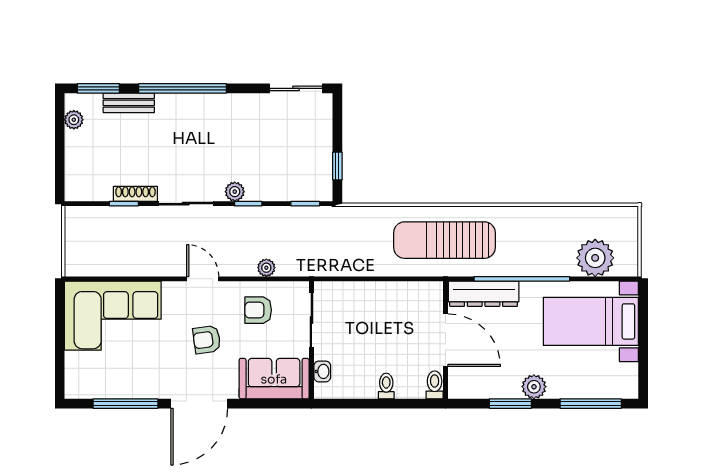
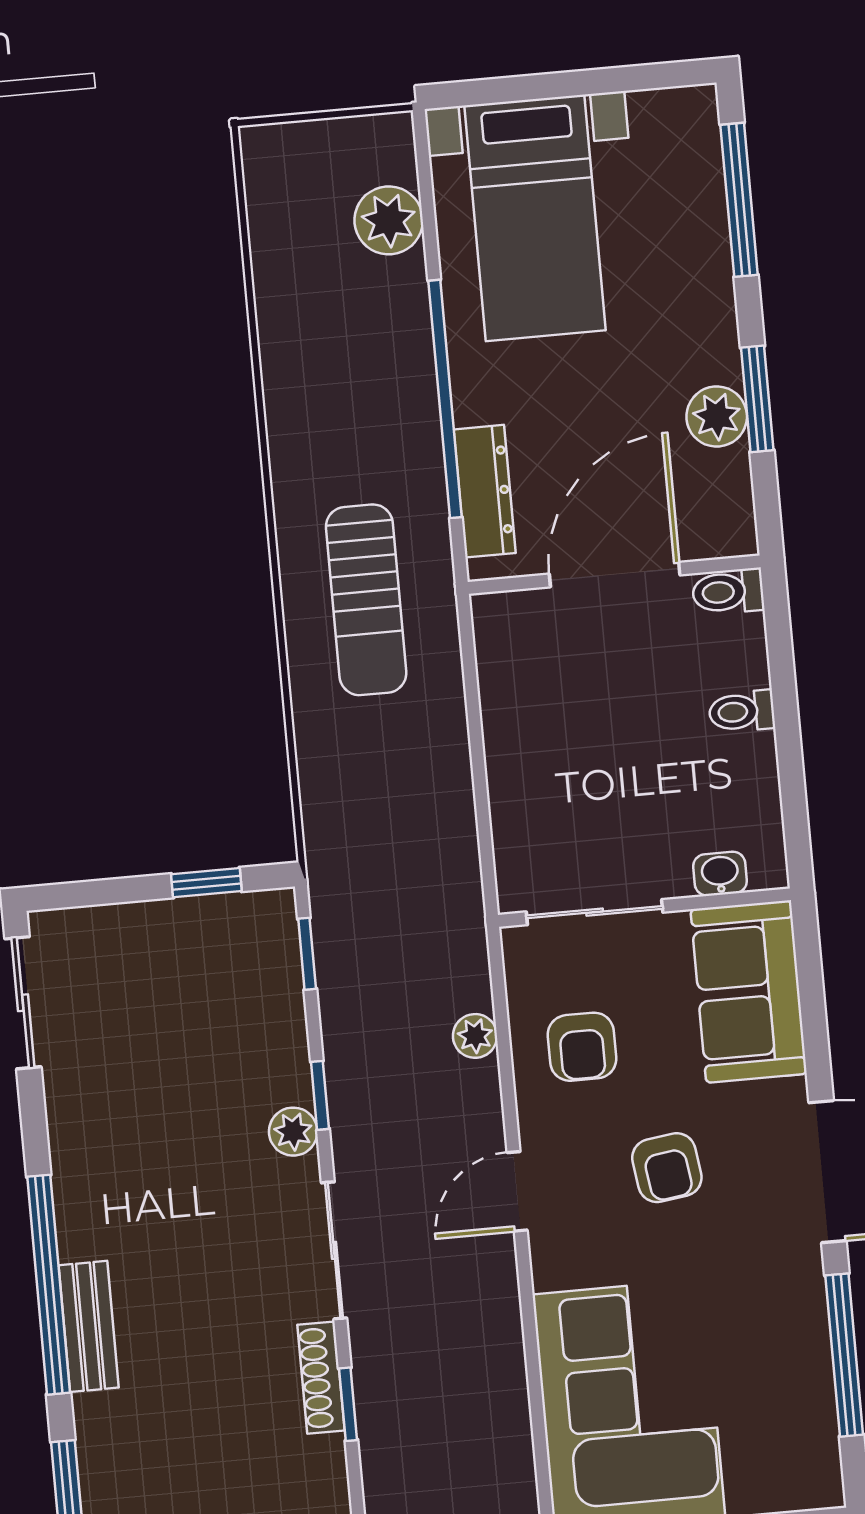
bench: (129, 103) -> (89, 1326), moved
sun lounger: (444, 240) -> (366, 600), width x0.73, depth x0.75
plant: (595, 258) -> (389, 220), width x0.73, depth x0.73
dresser: (484, 294) -> (485, 491), width x0.73, depth x0.80
plant: (534, 387) -> (717, 416), moved

